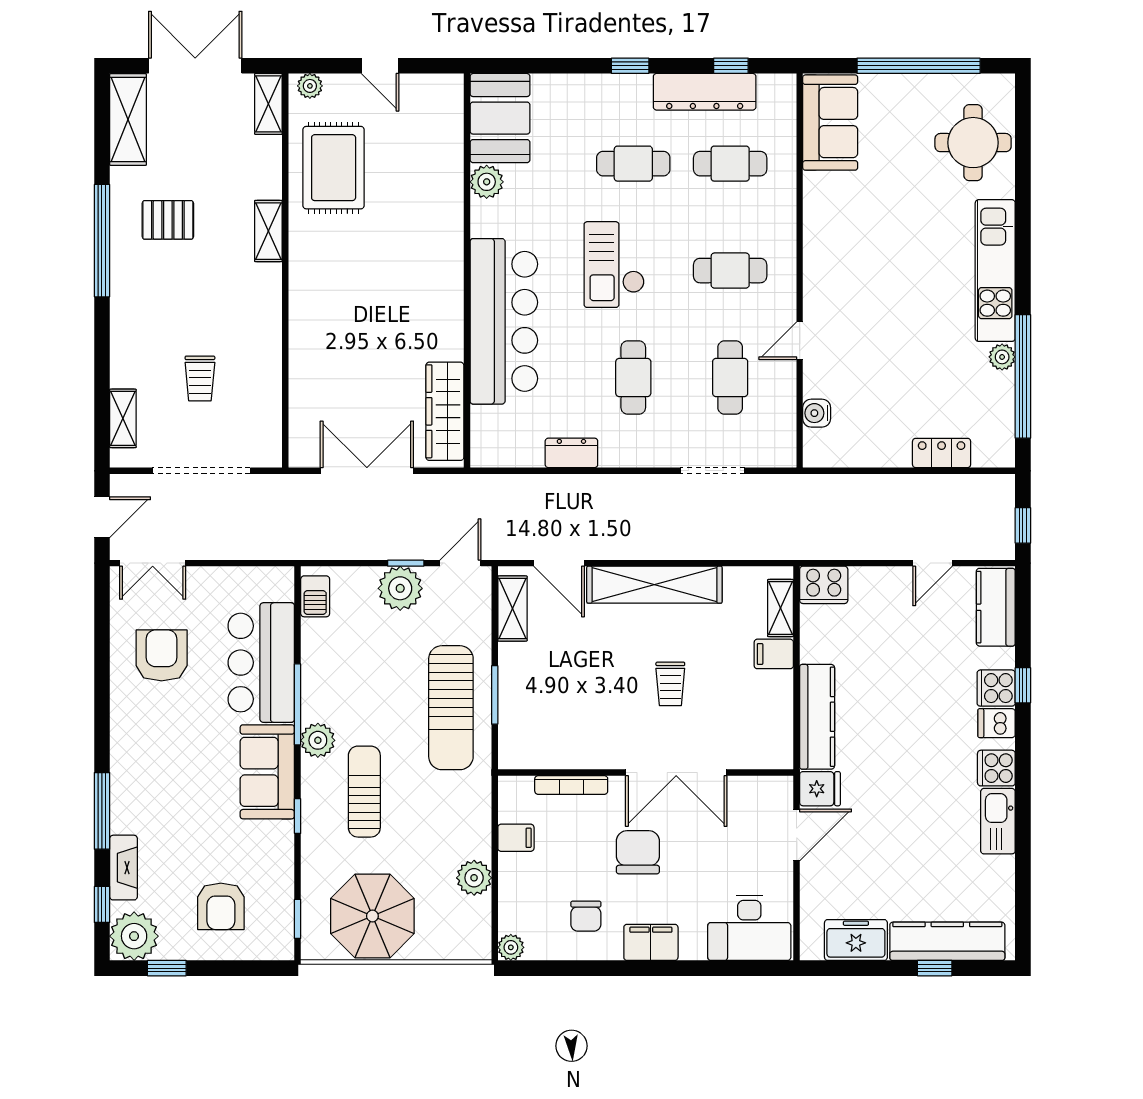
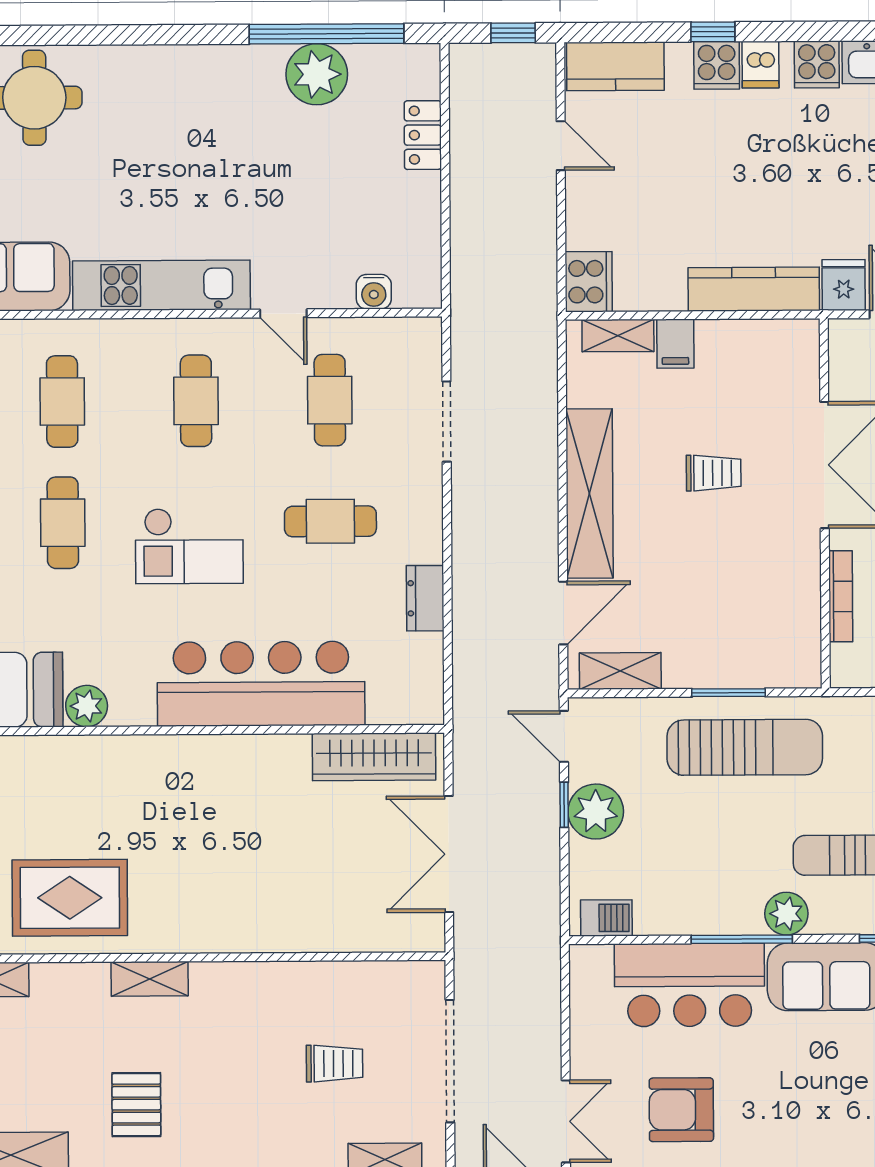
kitchen unit: (995, 271) -> (161, 285), moved, turned 180
plant: (1002, 357) -> (317, 74), width x1.87, depth x1.87
cafe table: (730, 377) -> (330, 400), turned 90

